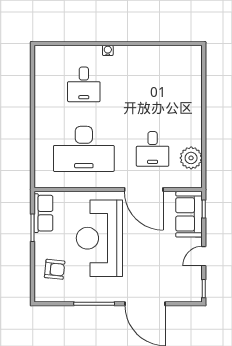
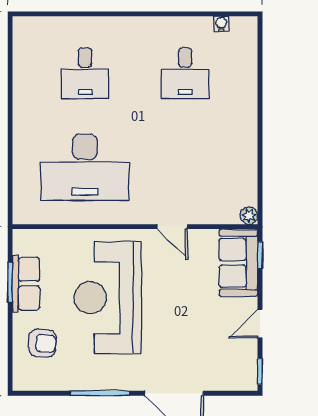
water cooler: (108, 50) -> (221, 24), moved
desk: (153, 149) -> (185, 73), moved
plant: (191, 158) -> (249, 216), moved, width x0.53, depth x0.53
door: (144, 190) -> (172, 227), width x0.53
row of seats: (43, 213) -> (26, 284), moved

